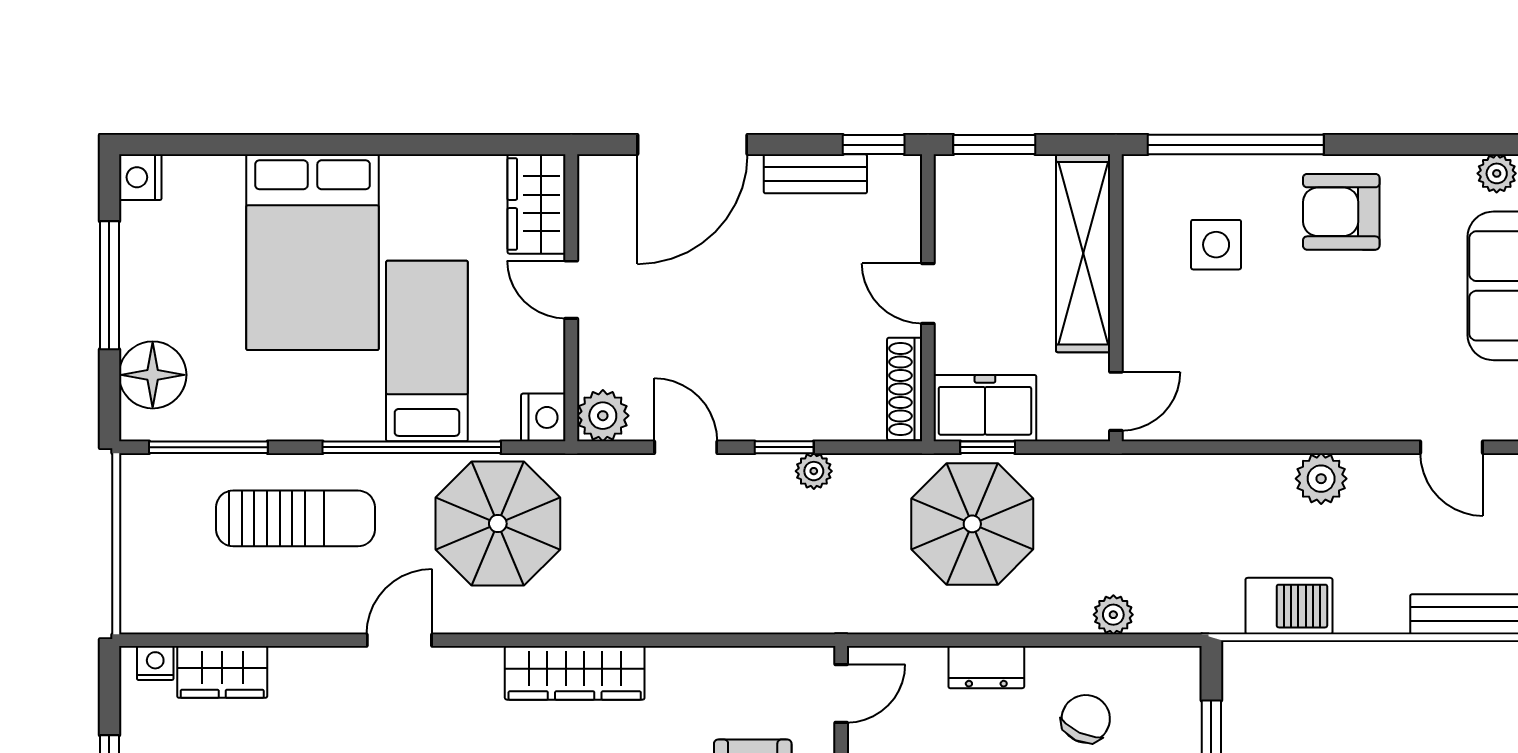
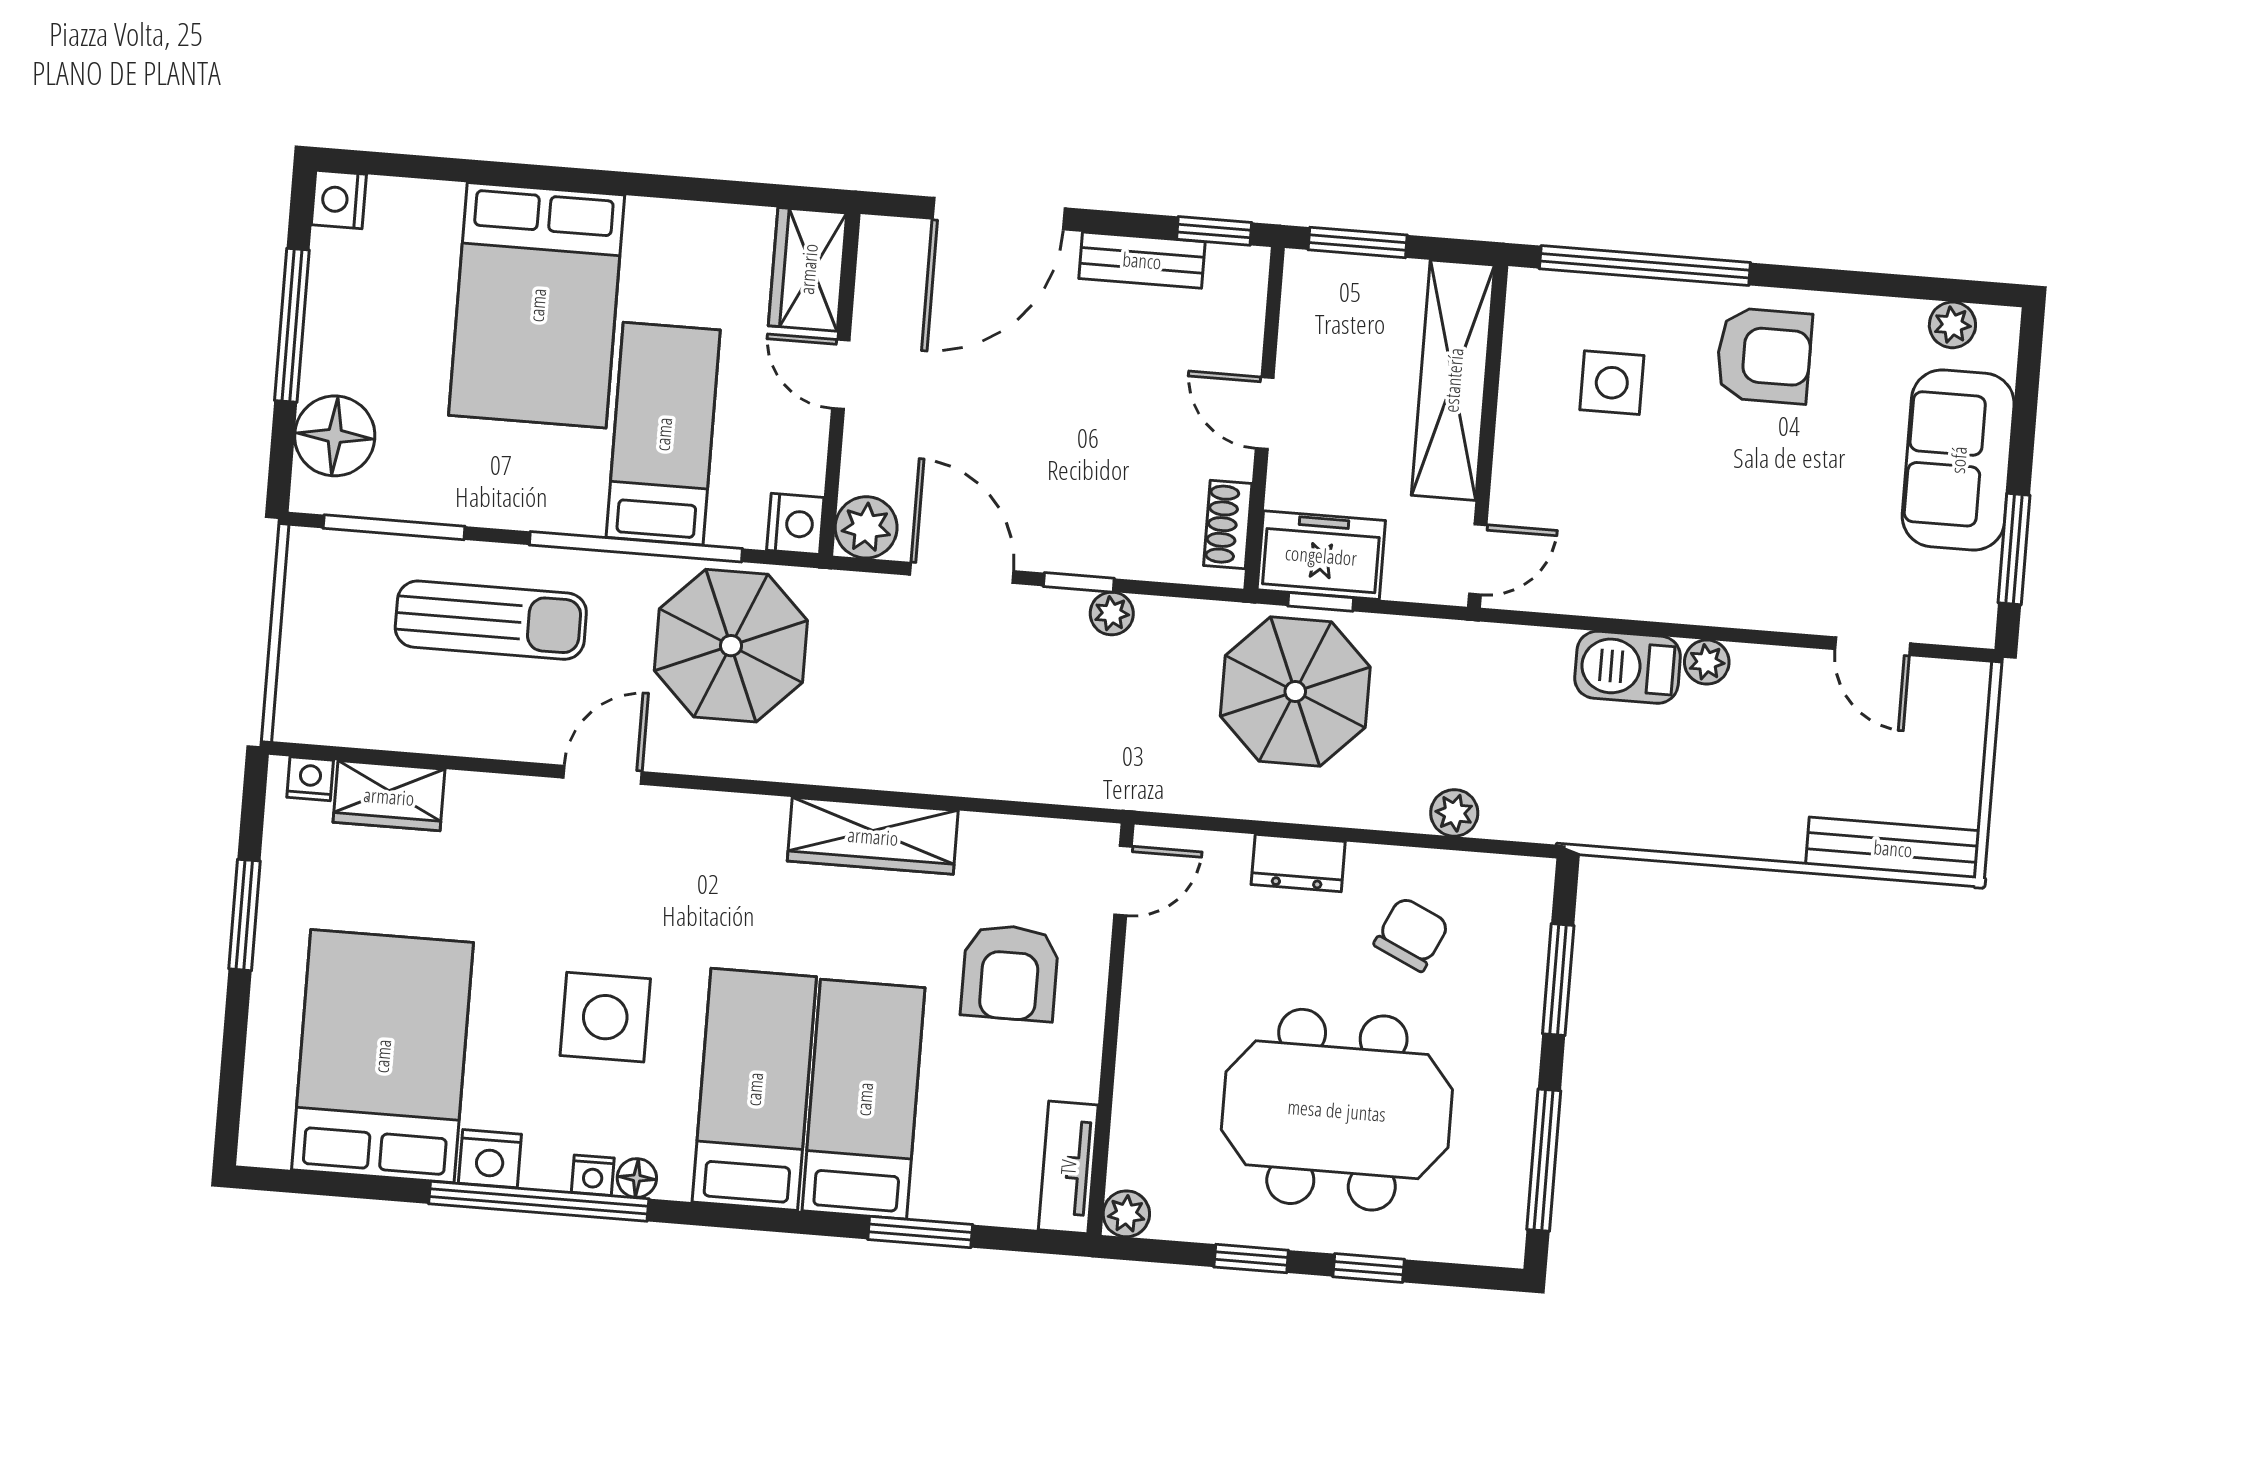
armchair: (1341, 212) -> (1764, 356), turned 180
shoe rack: (905, 389) -> (1228, 525), width x0.70
door: (686, 447) -> (962, 573), width x1.38
plant: (1321, 479) -> (1707, 662), width x0.73, depth x0.73
barbecue: (1289, 606) -> (1628, 667), moved, turned 180
wardrobe: (575, 673) -> (873, 836), moved

